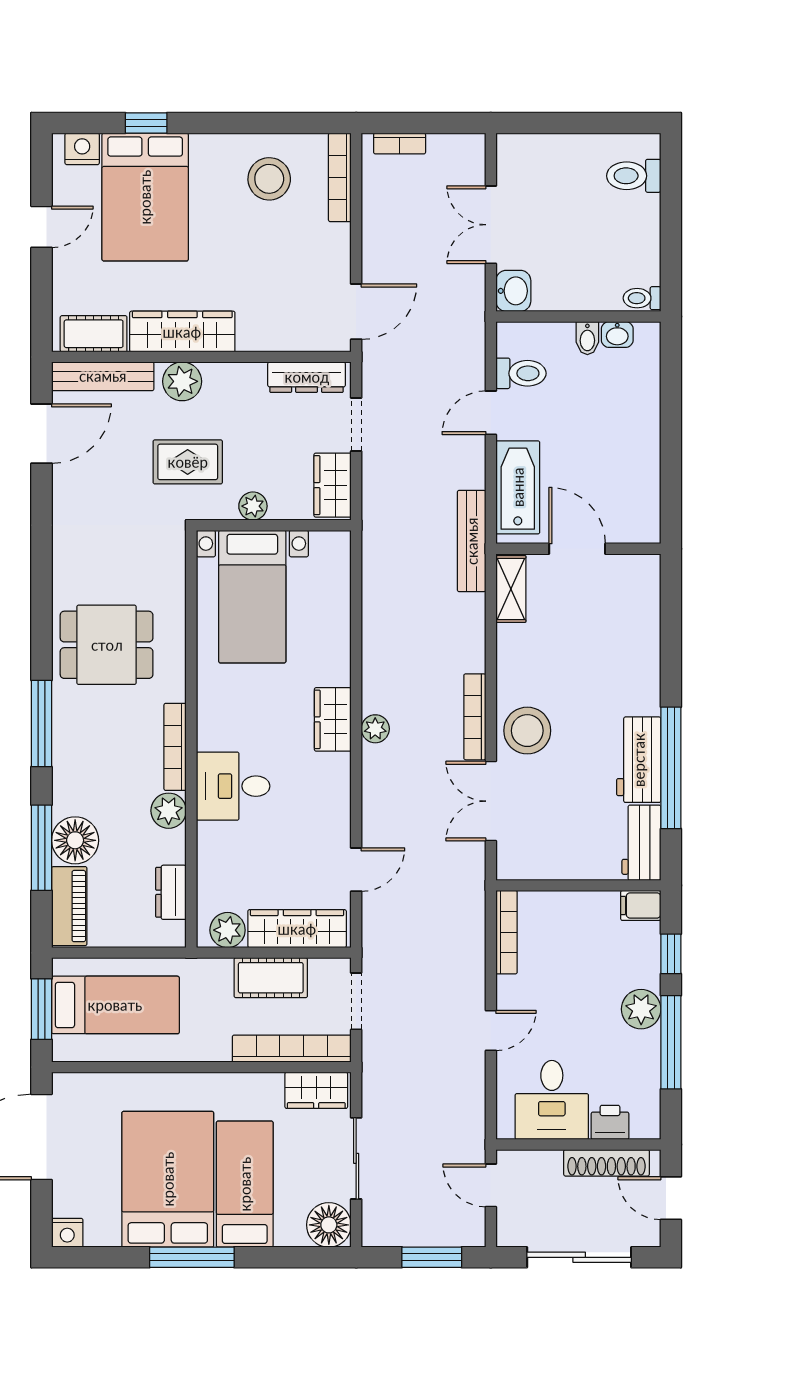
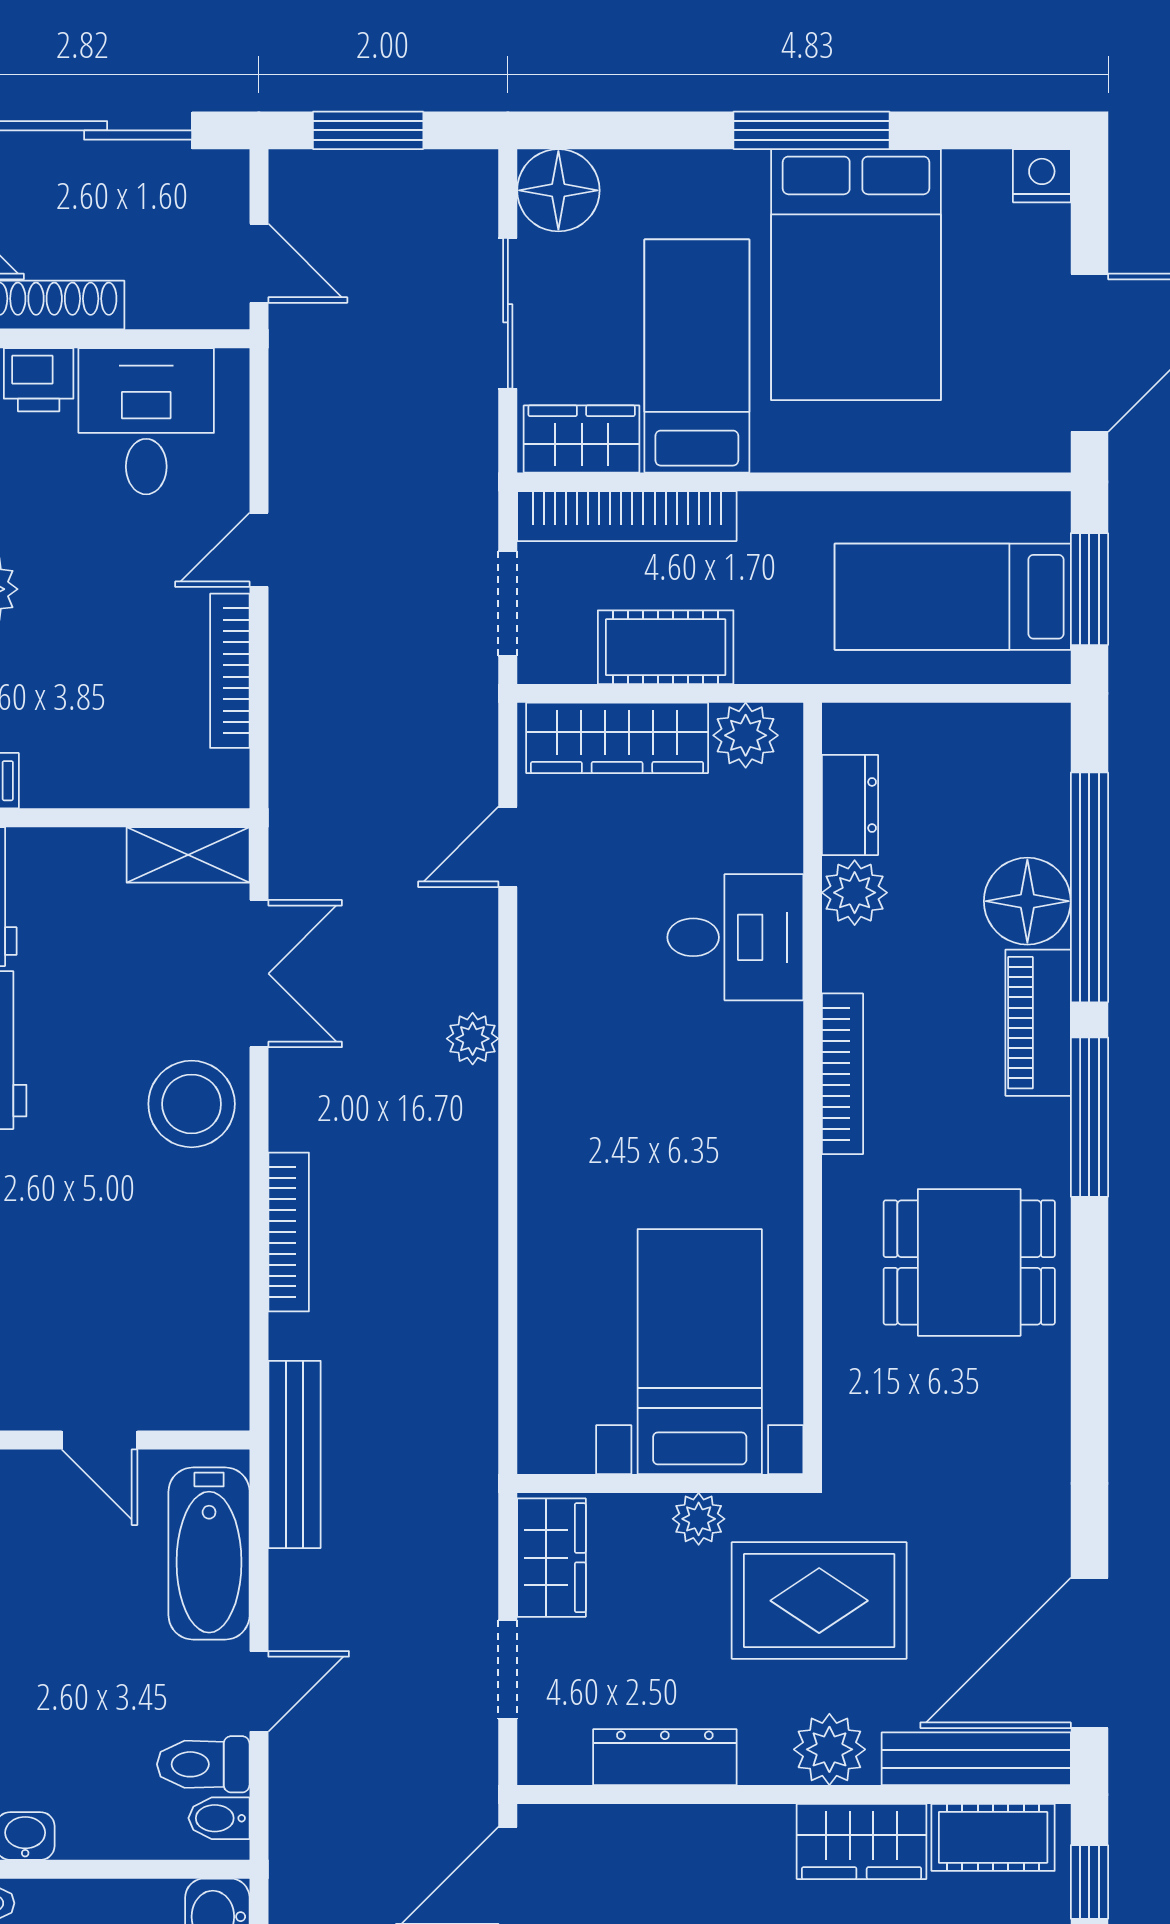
window: (41, 310) -> (1089, 1882), added
wardrobe: (182, 332) -> (862, 1841), width x0.67
bidet: (587, 338) -> (219, 1818), moved, turned -90
dresser: (307, 377) -> (665, 1757), moved
door: (41, 434) -> (1089, 1653), width x1.36
rug: (188, 462) -> (819, 1601), width x1.36, depth x1.43
door: (577, 549) -> (99, 1440), width x0.73
shelving: (511, 589) -> (188, 855), moved, turned 90
bookcase: (475, 717) -> (289, 1232), moved
wardrobe: (333, 719) -> (551, 1125), removed
plant: (375, 729) -> (473, 1039), moved
desk: (233, 786) -> (735, 937), moved
plant: (169, 811) -> (855, 893), moved
window: (41, 848) -> (1089, 887), width x1.46
piano: (69, 906) -> (1038, 1023), moved
bookcase: (507, 932) -> (230, 671), moved
bed: (245, 1184) -> (697, 356), moved, turned 180

